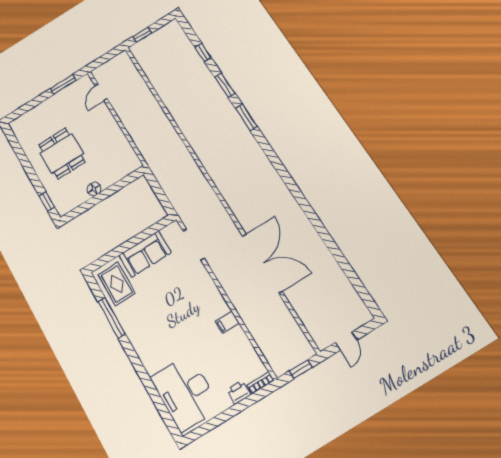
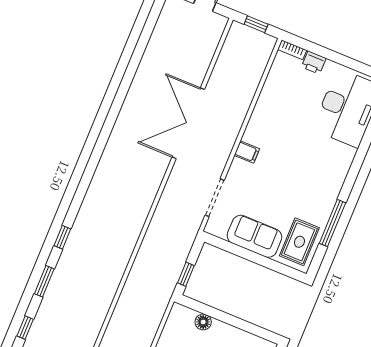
window: (246, 117) -> (62, 237), width x0.67
window: (156, 187) -> (186, 274), added
floor lamp: (94, 189) -> (203, 322), moved
filing cabinet: (227, 322) -> (247, 152), moved

